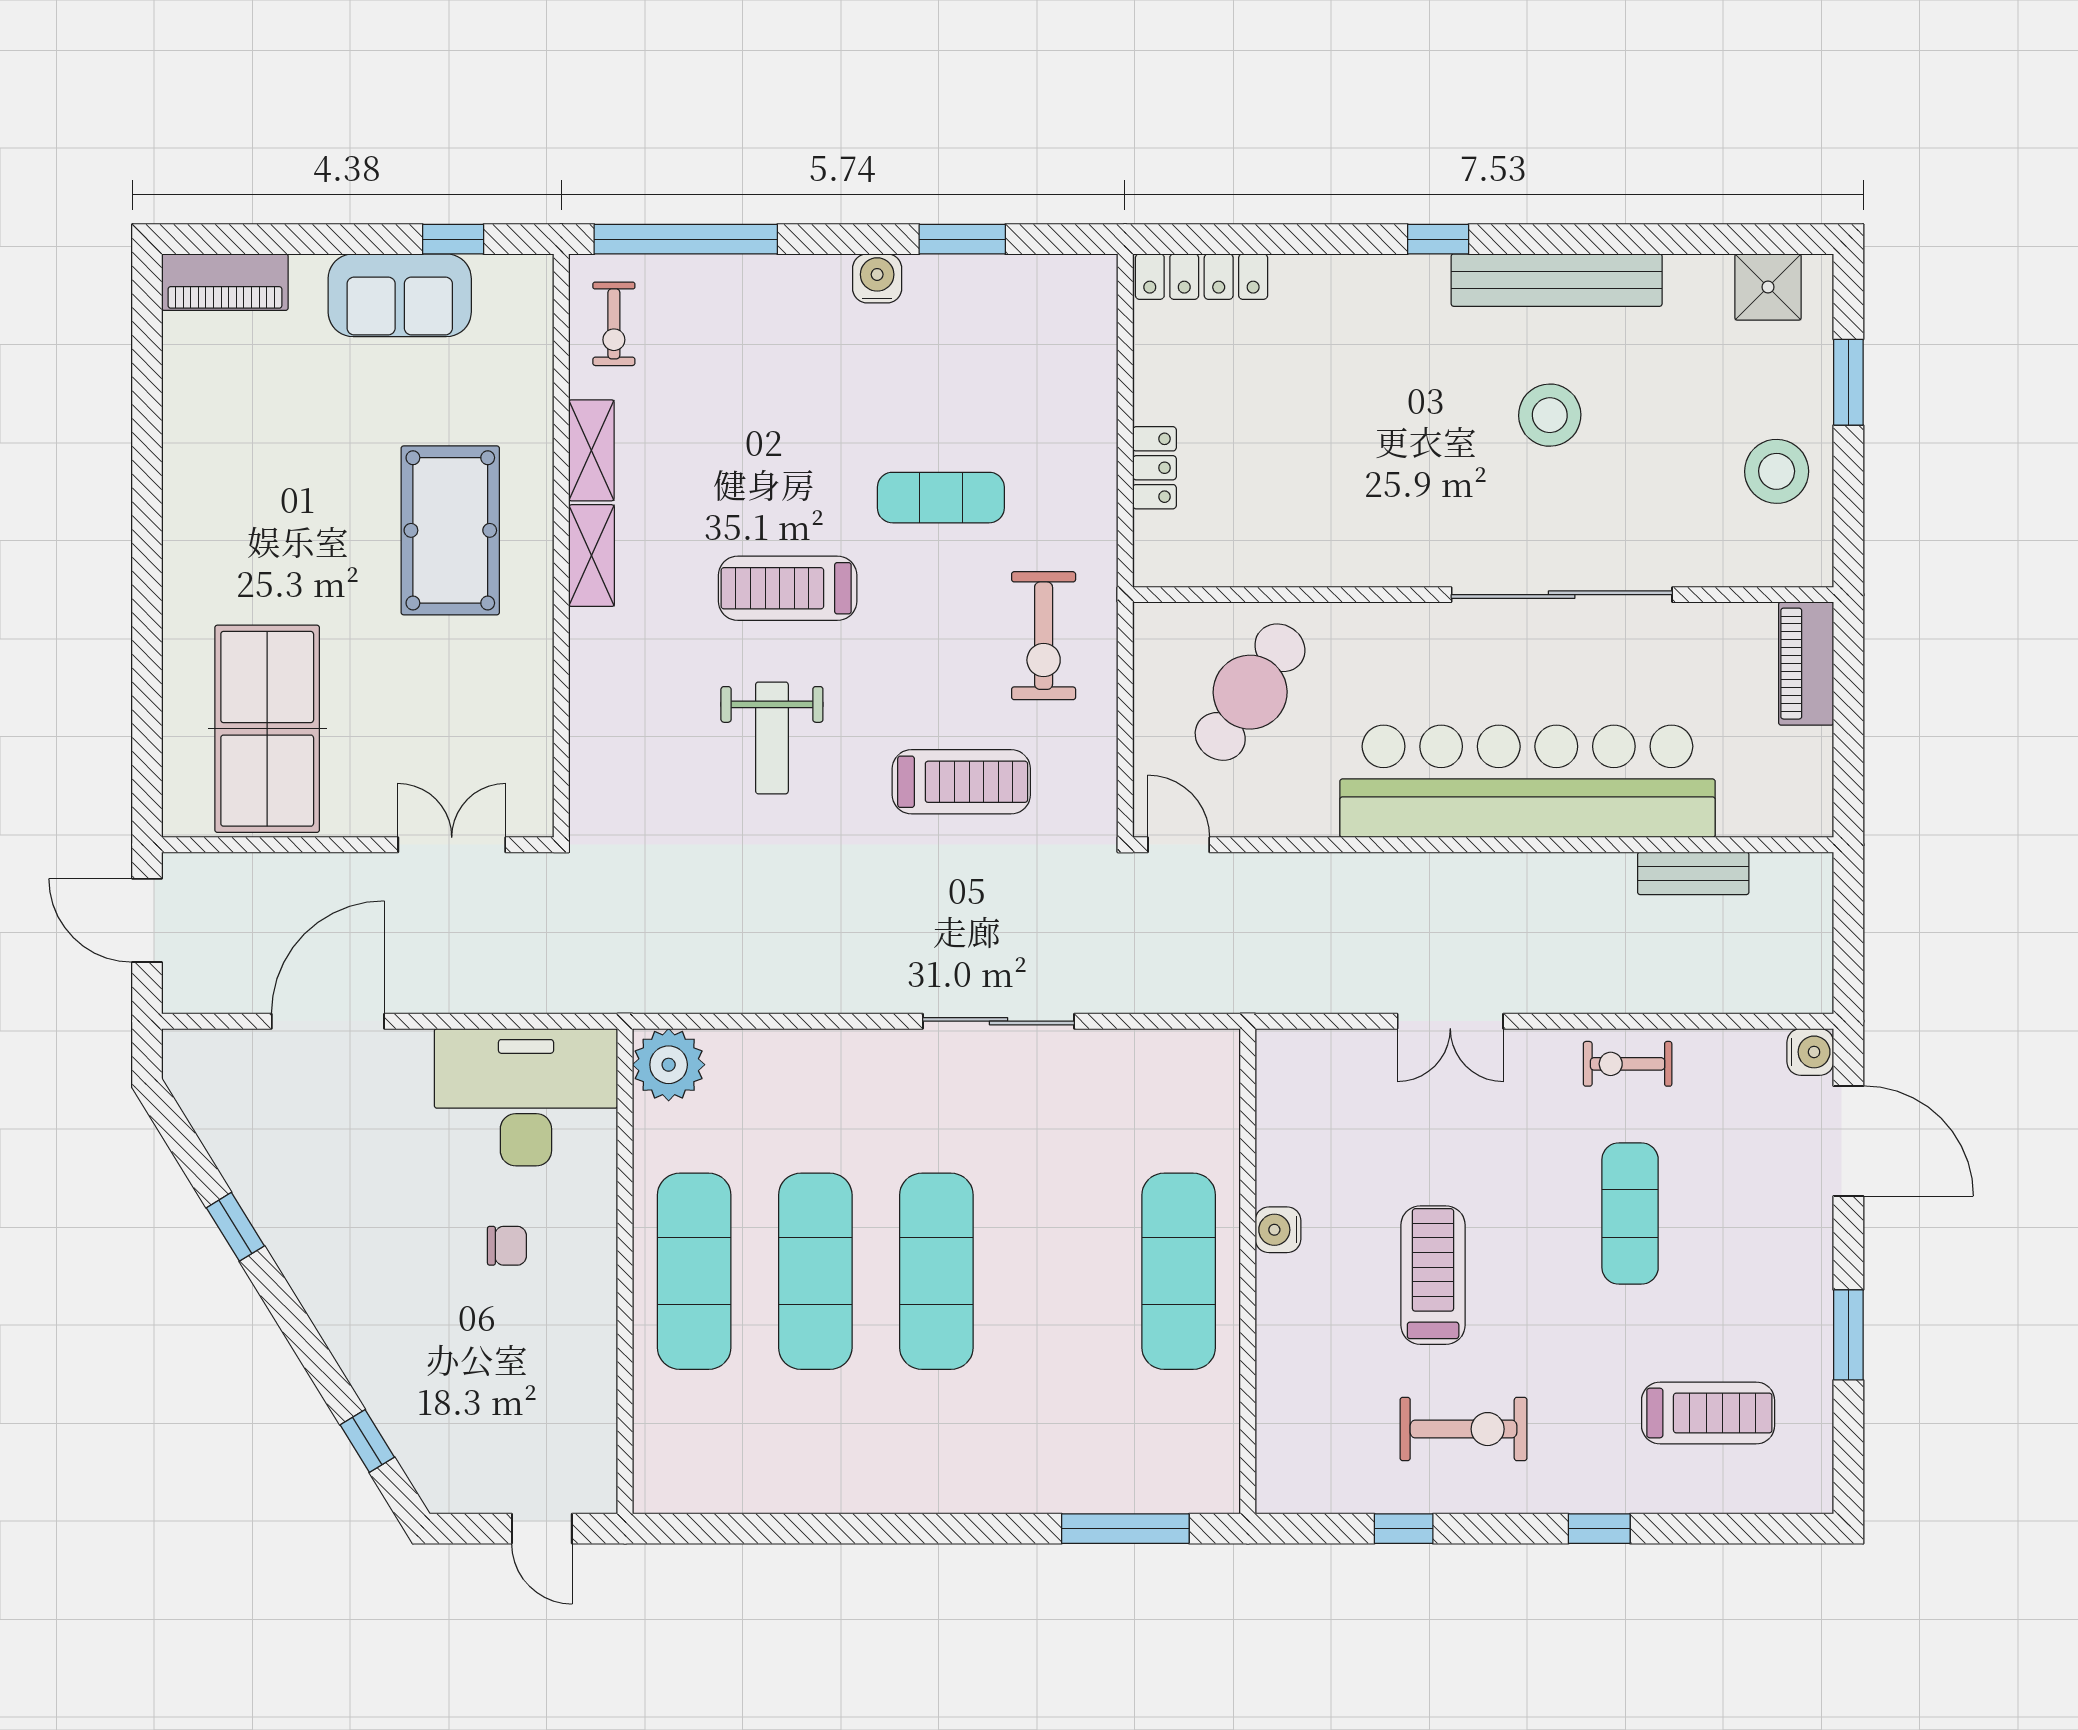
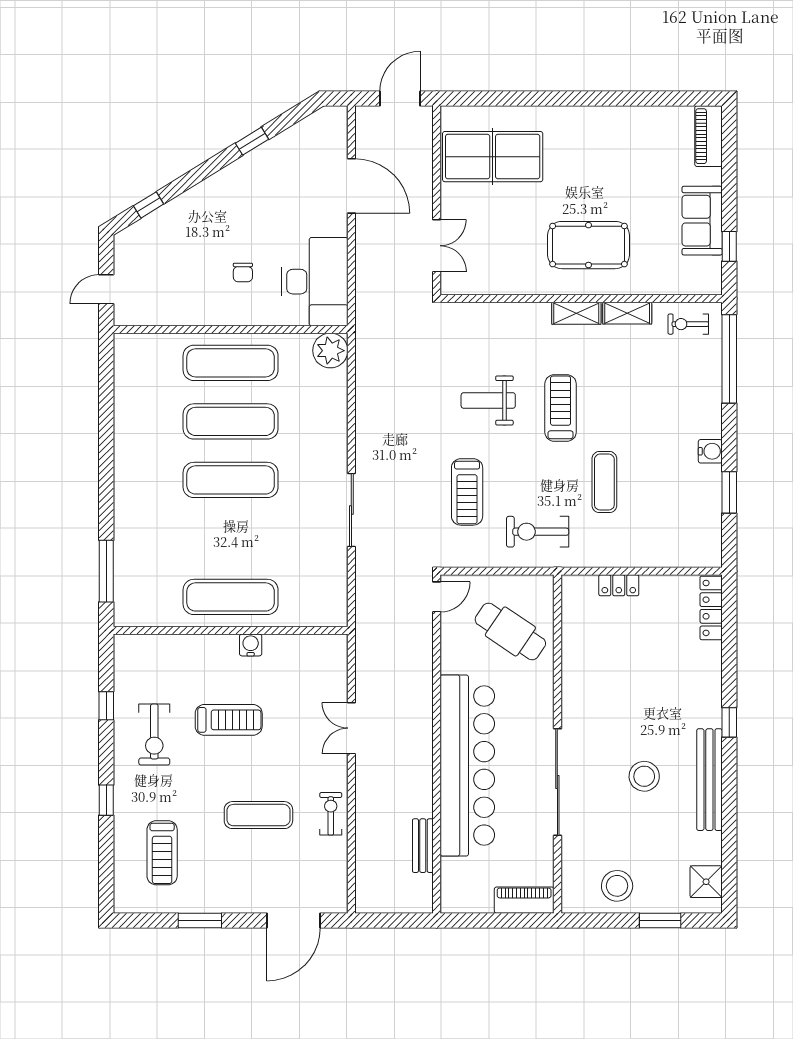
water cooler: (1810, 1052) -> (336, 902), removed

